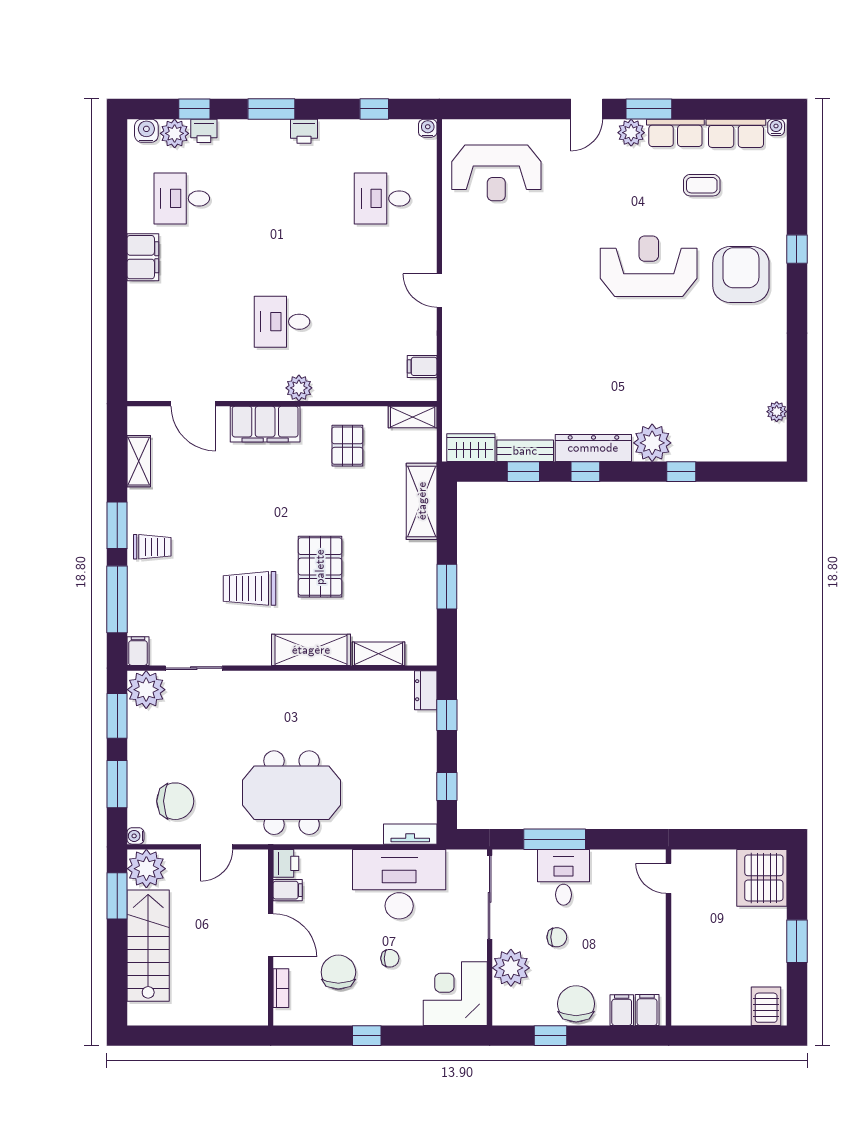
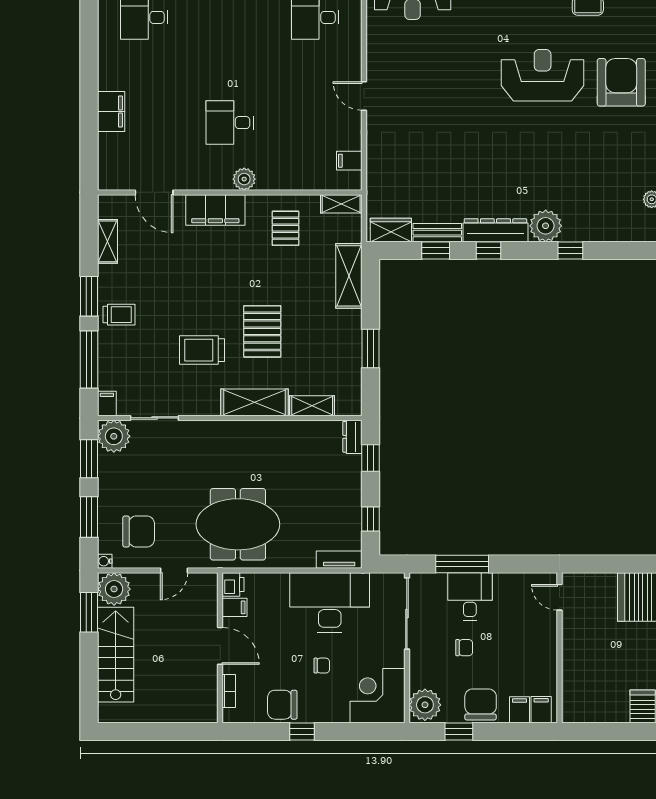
filing cabinet: (143, 257) -> (111, 111), moved
plant: (511, 968) -> (425, 705), moved
chair: (338, 972) -> (282, 705), moved, turned -90

